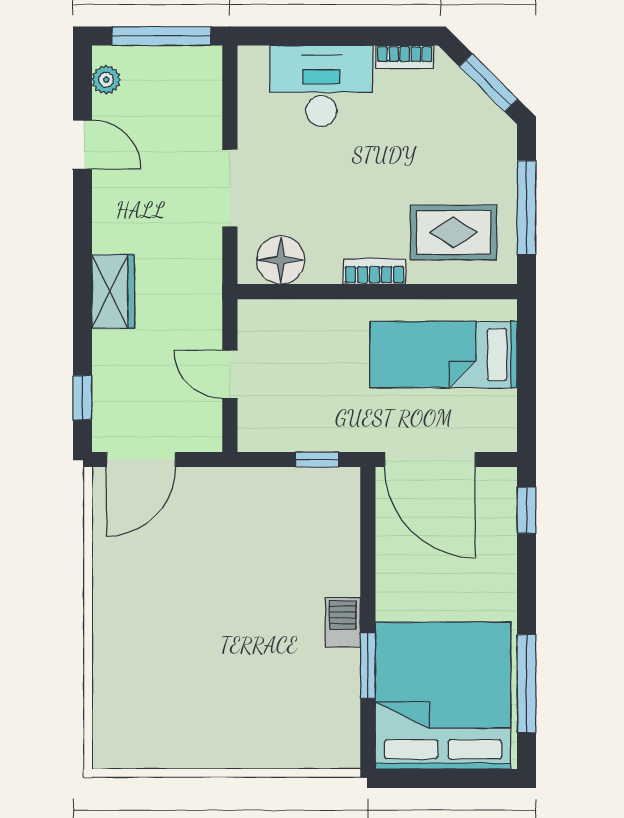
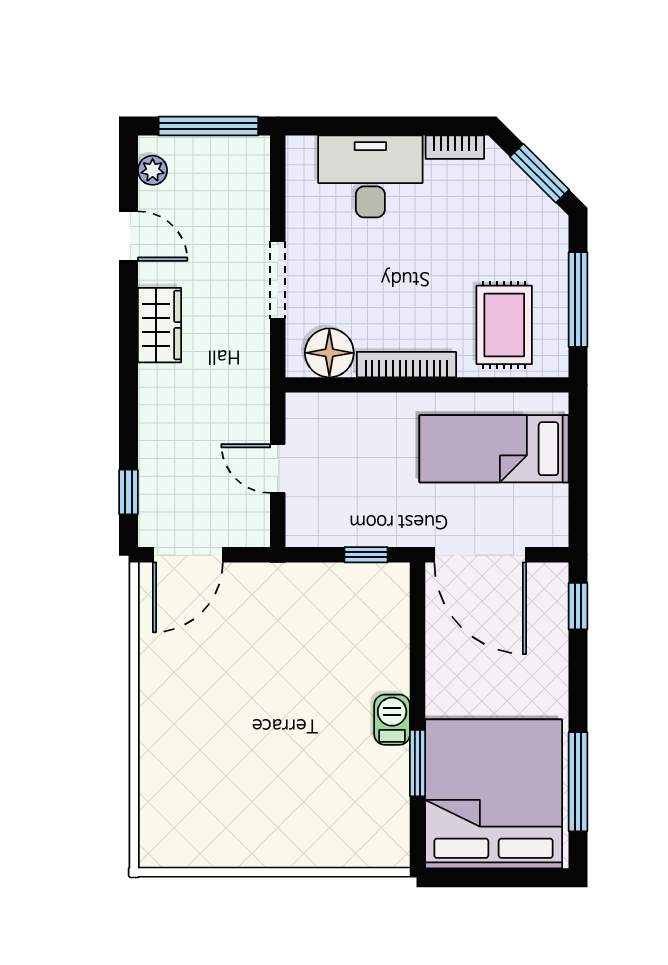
rug: (454, 232) -> (504, 325), turned 90
bookcase: (375, 272) -> (406, 365), width x1.56
wardrobe: (113, 291) -> (160, 325), moved

